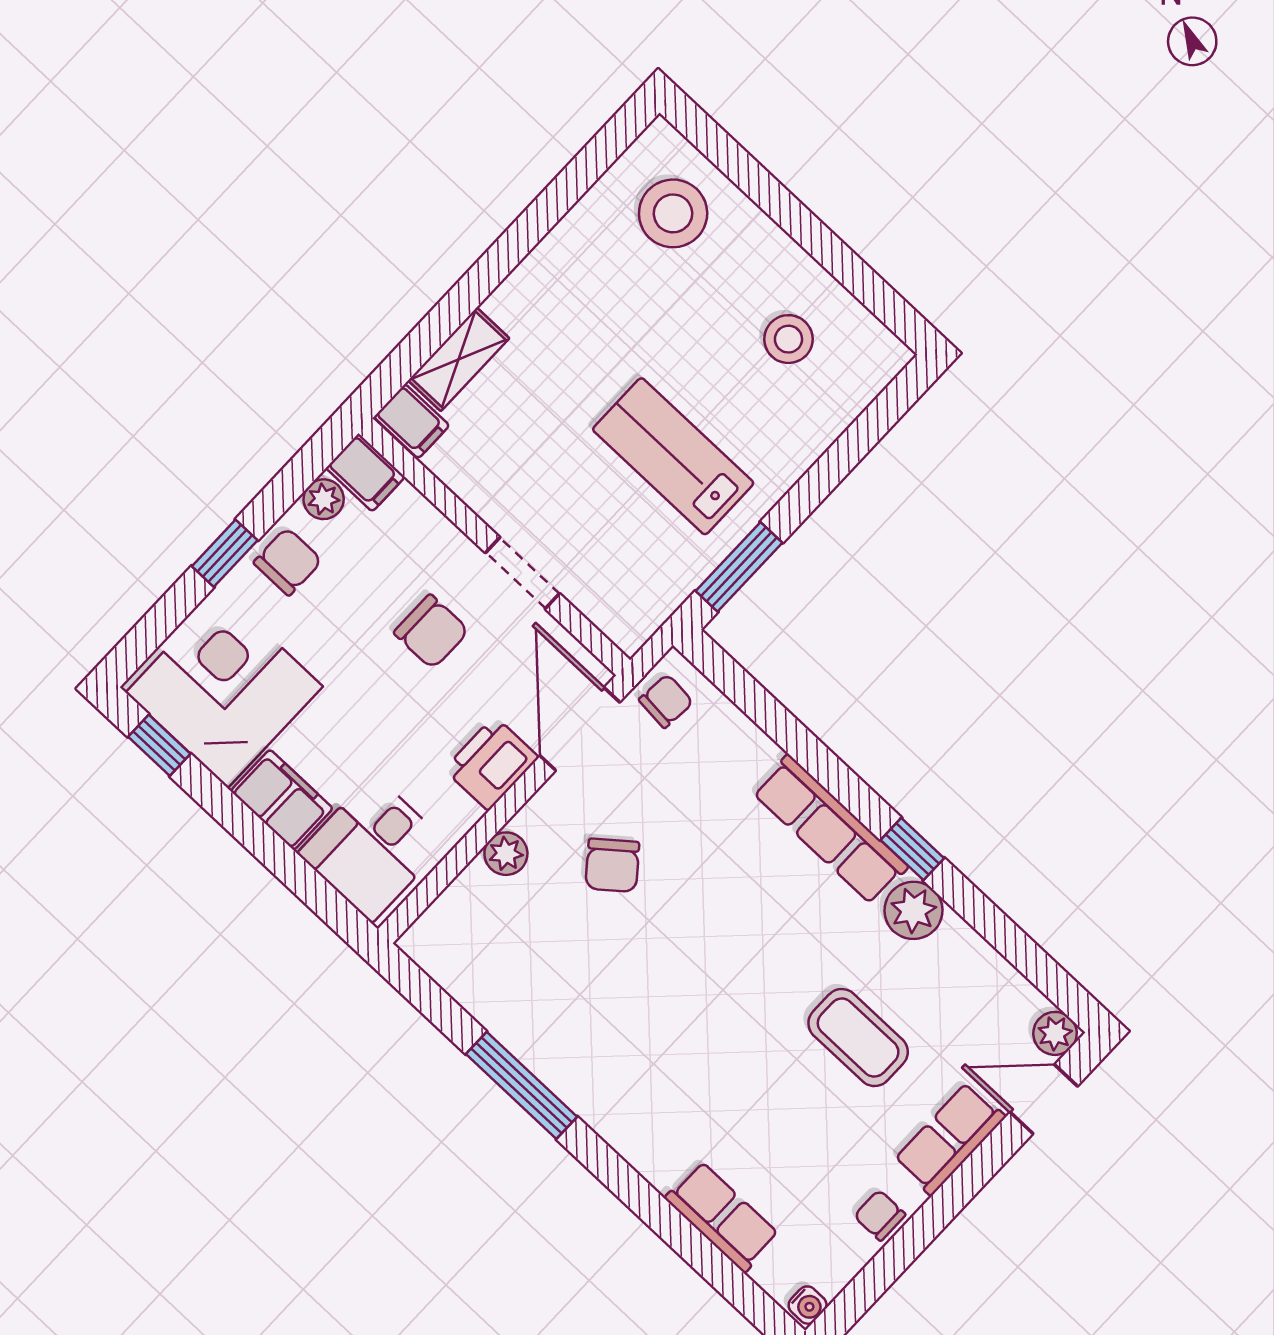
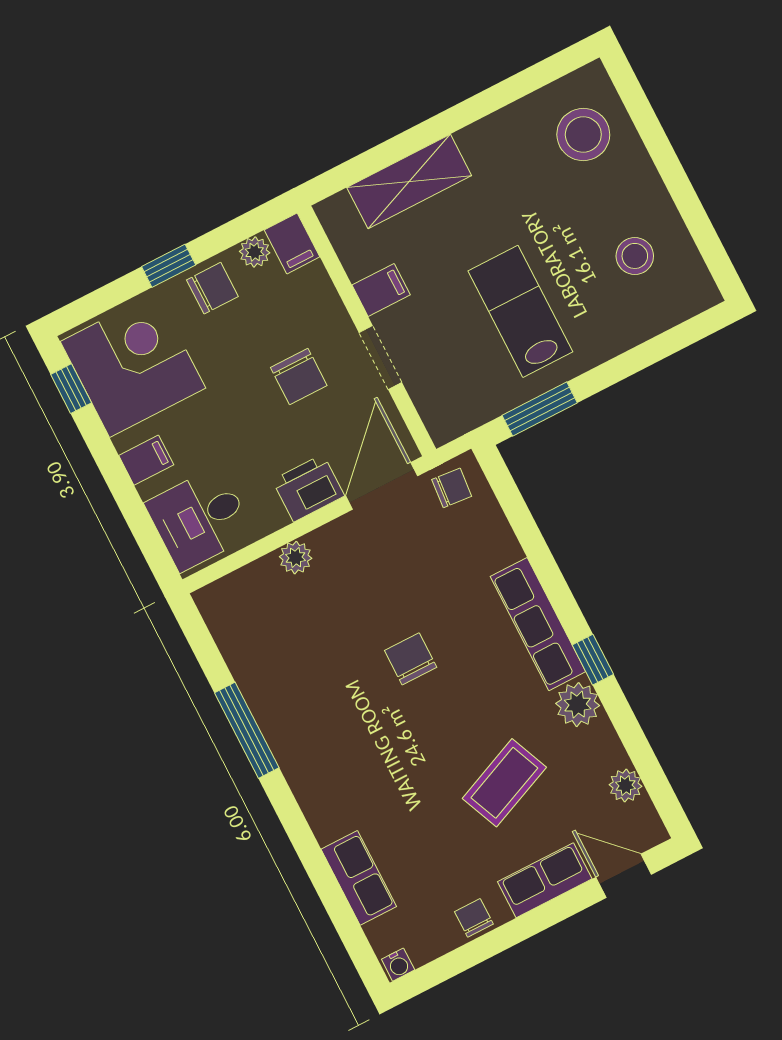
shelving: (459, 359) -> (409, 181), width x1.50, depth x1.33
filing cabinet: (412, 421) -> (381, 290), moved, turned -90
filing cabinet: (282, 800) -> (146, 460), width x0.50
chair: (612, 865) -> (411, 659), moved, turned 129
plant: (1055, 1033) -> (626, 785), moved
coffee table: (858, 1038) -> (504, 783), turned 67

